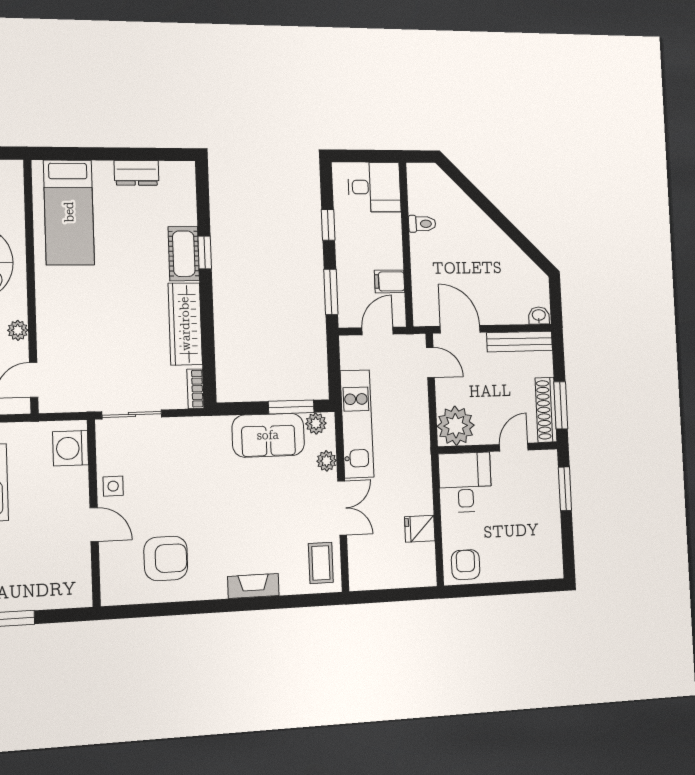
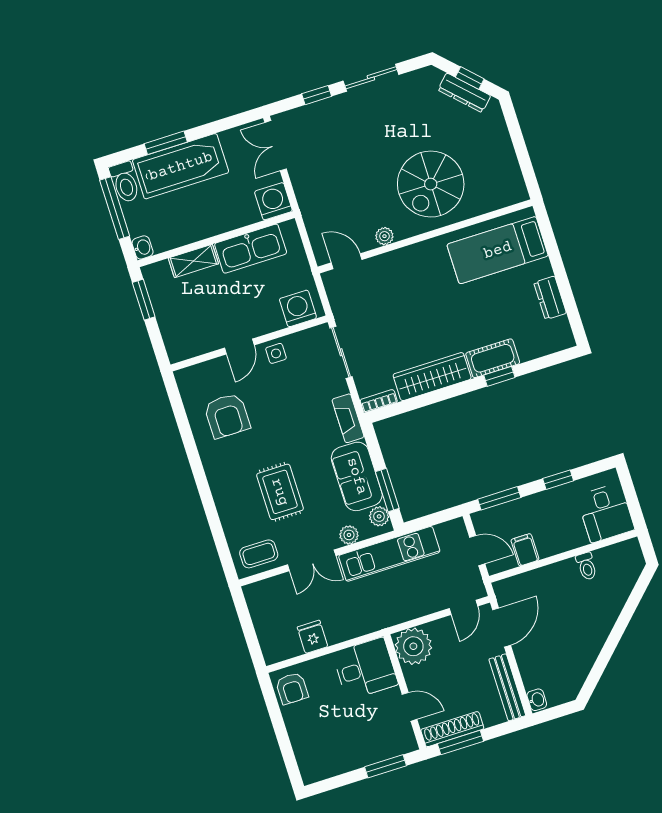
rug: (262, 522) -> (280, 492), added
armchair: (466, 565) -> (292, 688), turned 90
fireplace: (253, 586) -> (348, 418), moved, turned 180

